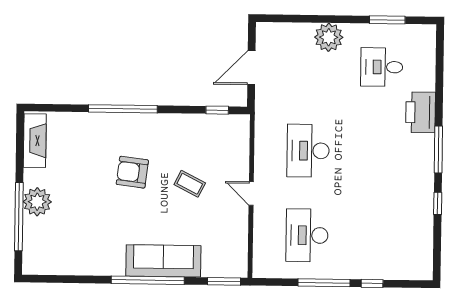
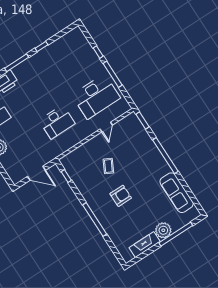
fireplace: (35, 141) -> (145, 245), moved
armchair: (132, 172) -> (121, 196), turned -97
door: (251, 193) -> (106, 127), moved
desk: (307, 235) -> (96, 97), width x1.36, depth x1.30
sofa: (163, 261) -> (177, 193), moved

